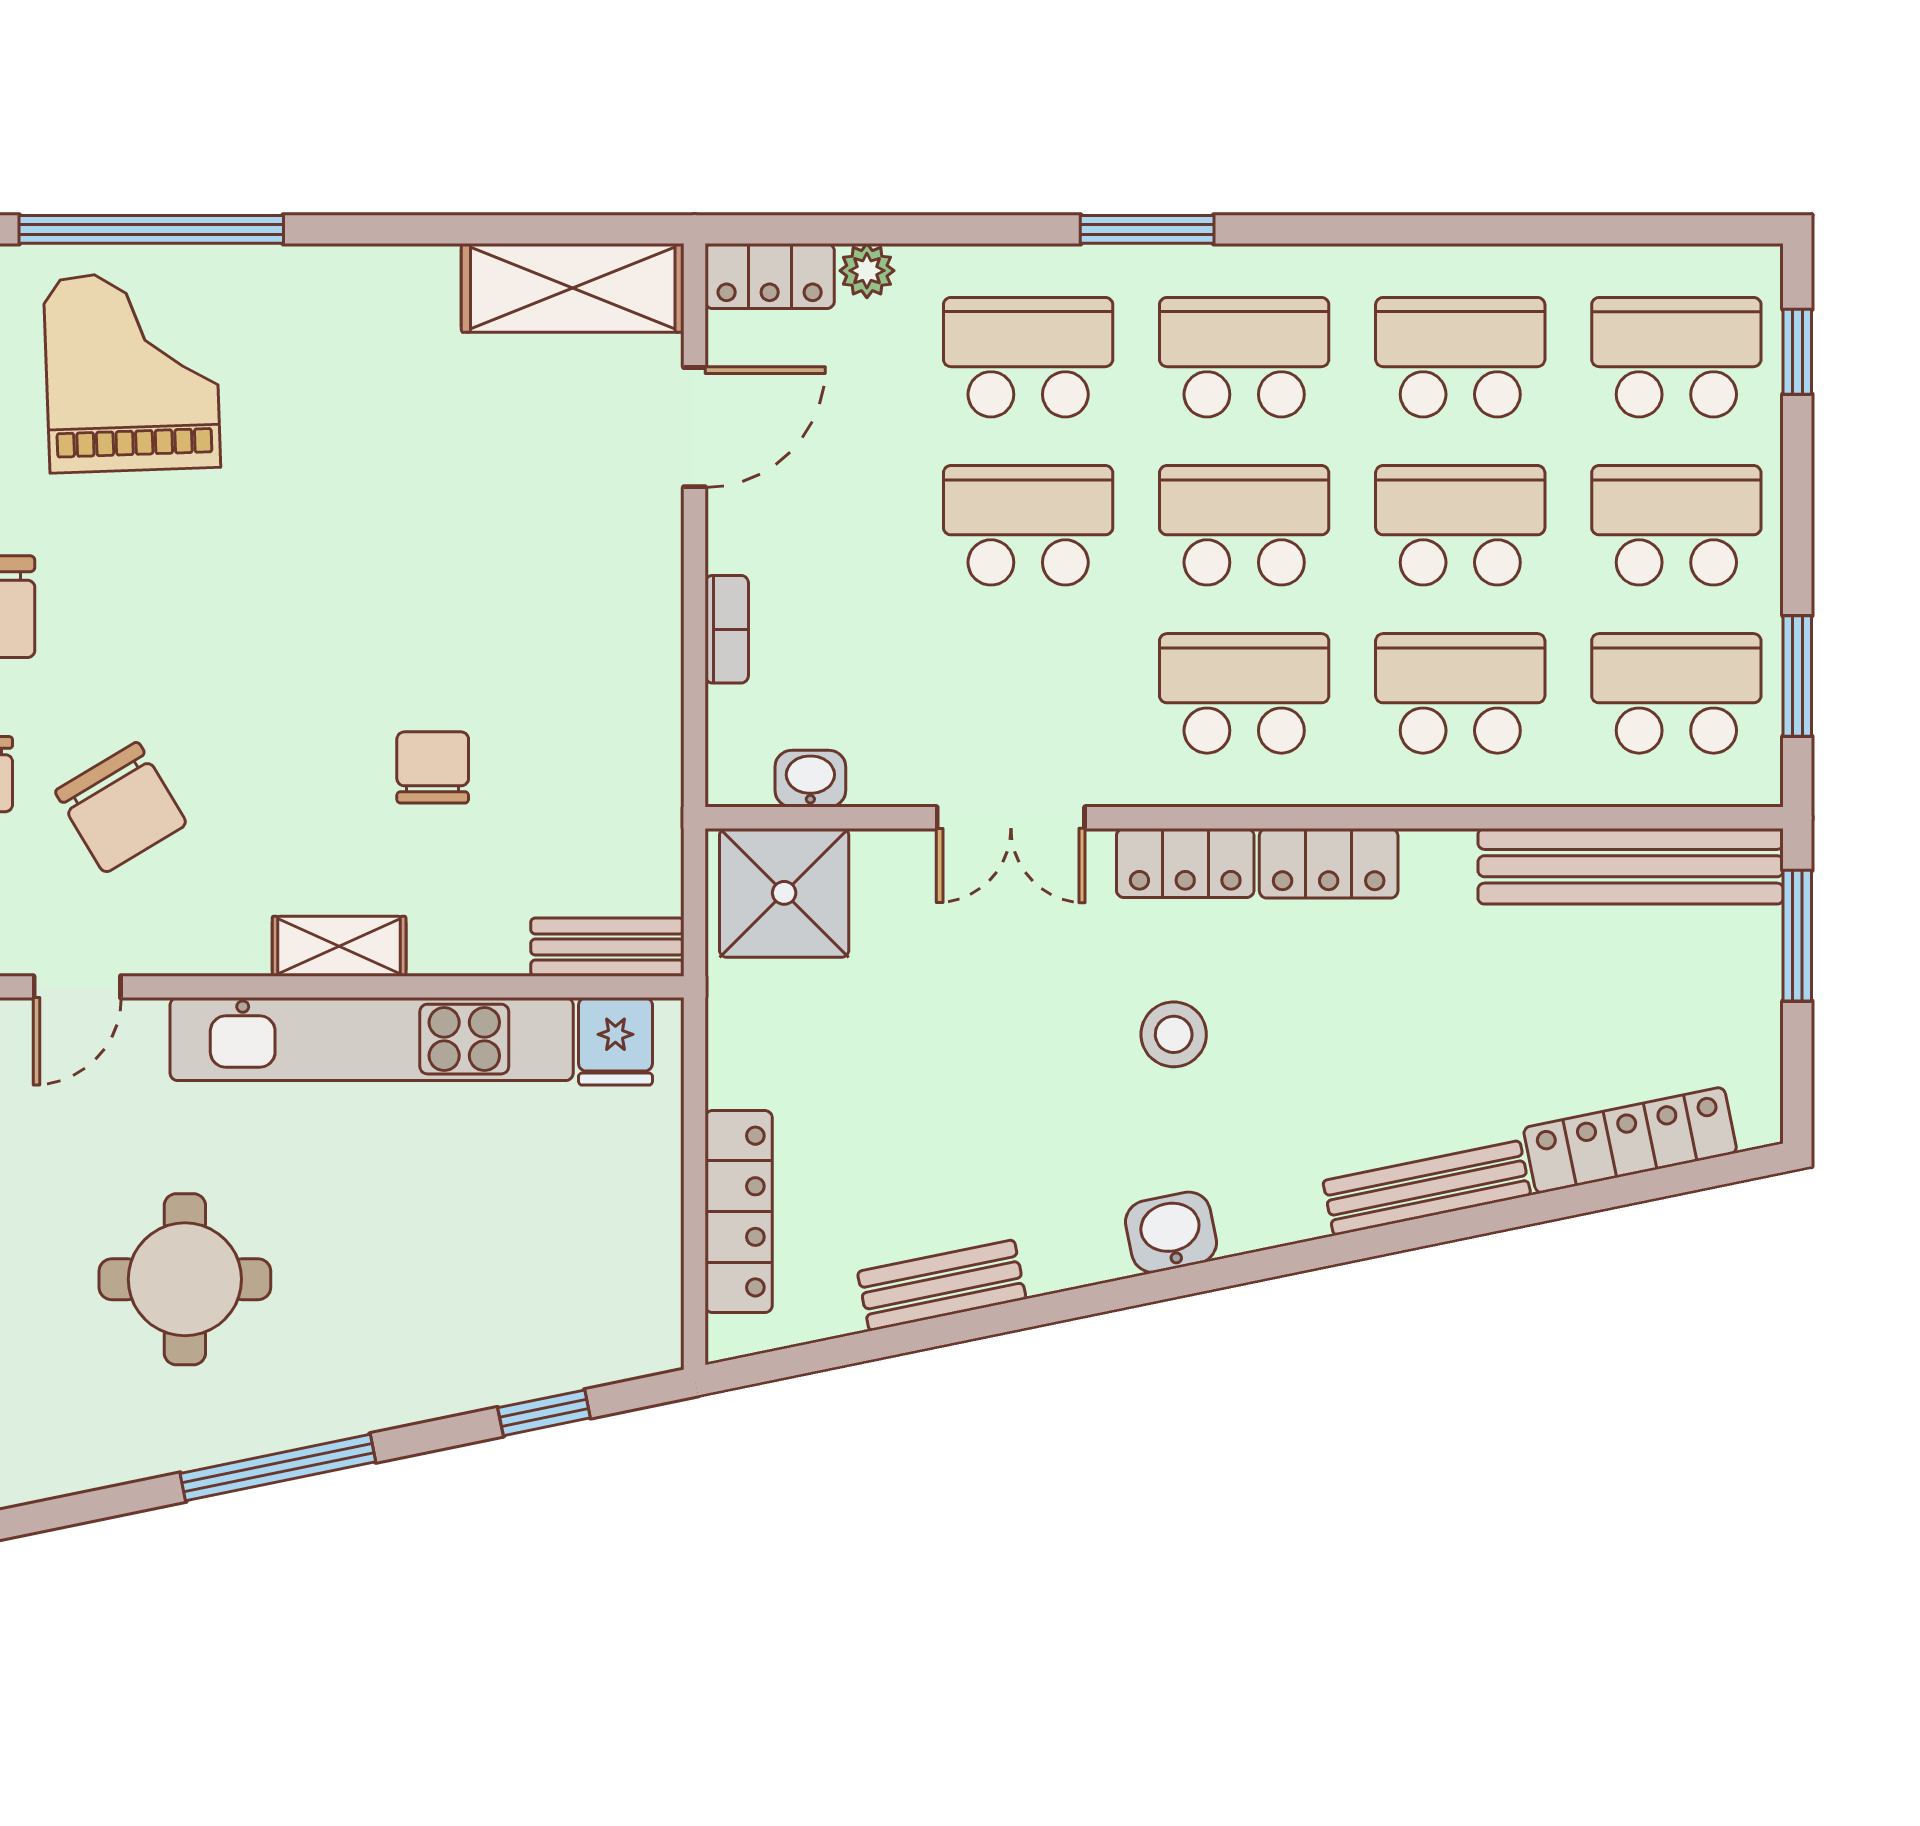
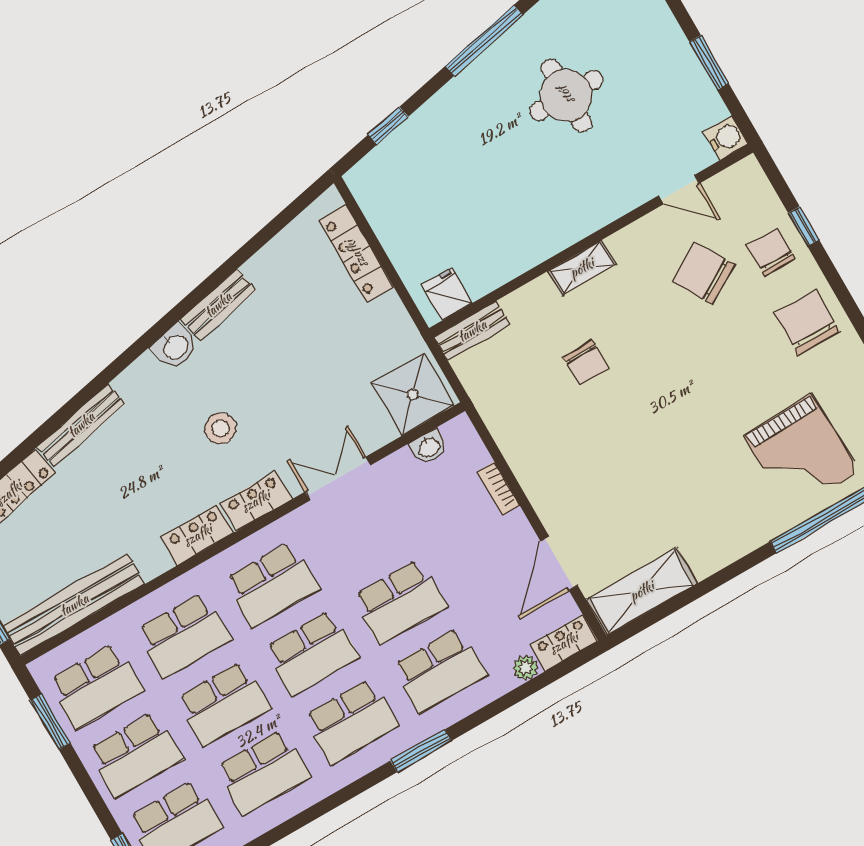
door: (77, 987) -> (679, 189), swing flipped
kitchen unit: (372, 1039) -> (547, 238), removed
bench: (942, 1285) -> (218, 305), moved

